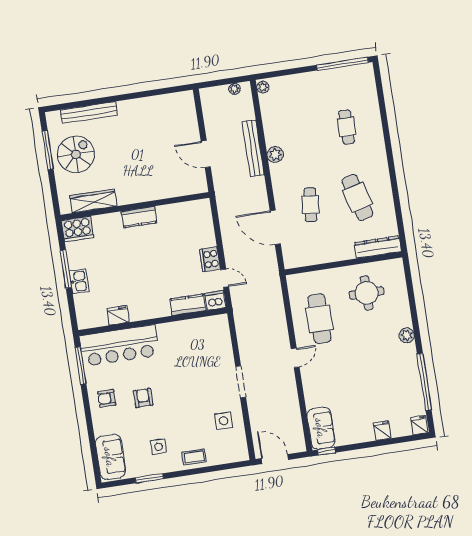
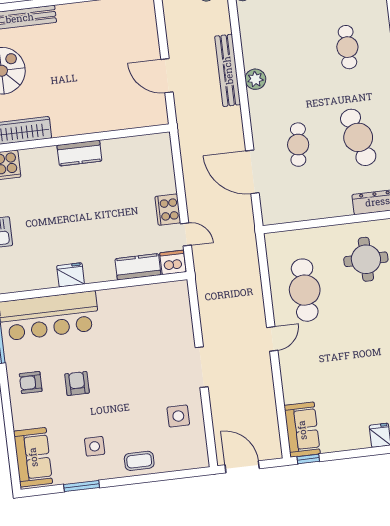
fridge: (118, 315) -> (71, 275), moved

